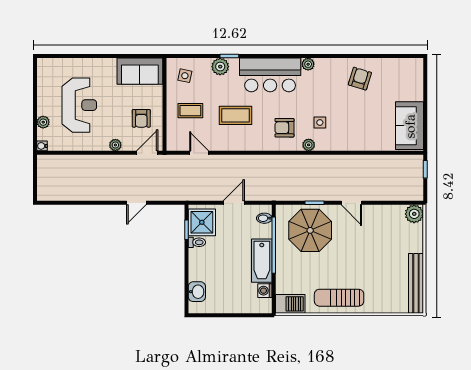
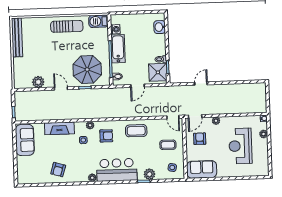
coffee table: (236, 115) -> (136, 131), moved
fireplace: (356, 142) -> (59, 128), added
door: (199, 153) -> (173, 117), moved
plant: (414, 214) -> (38, 82), moved

